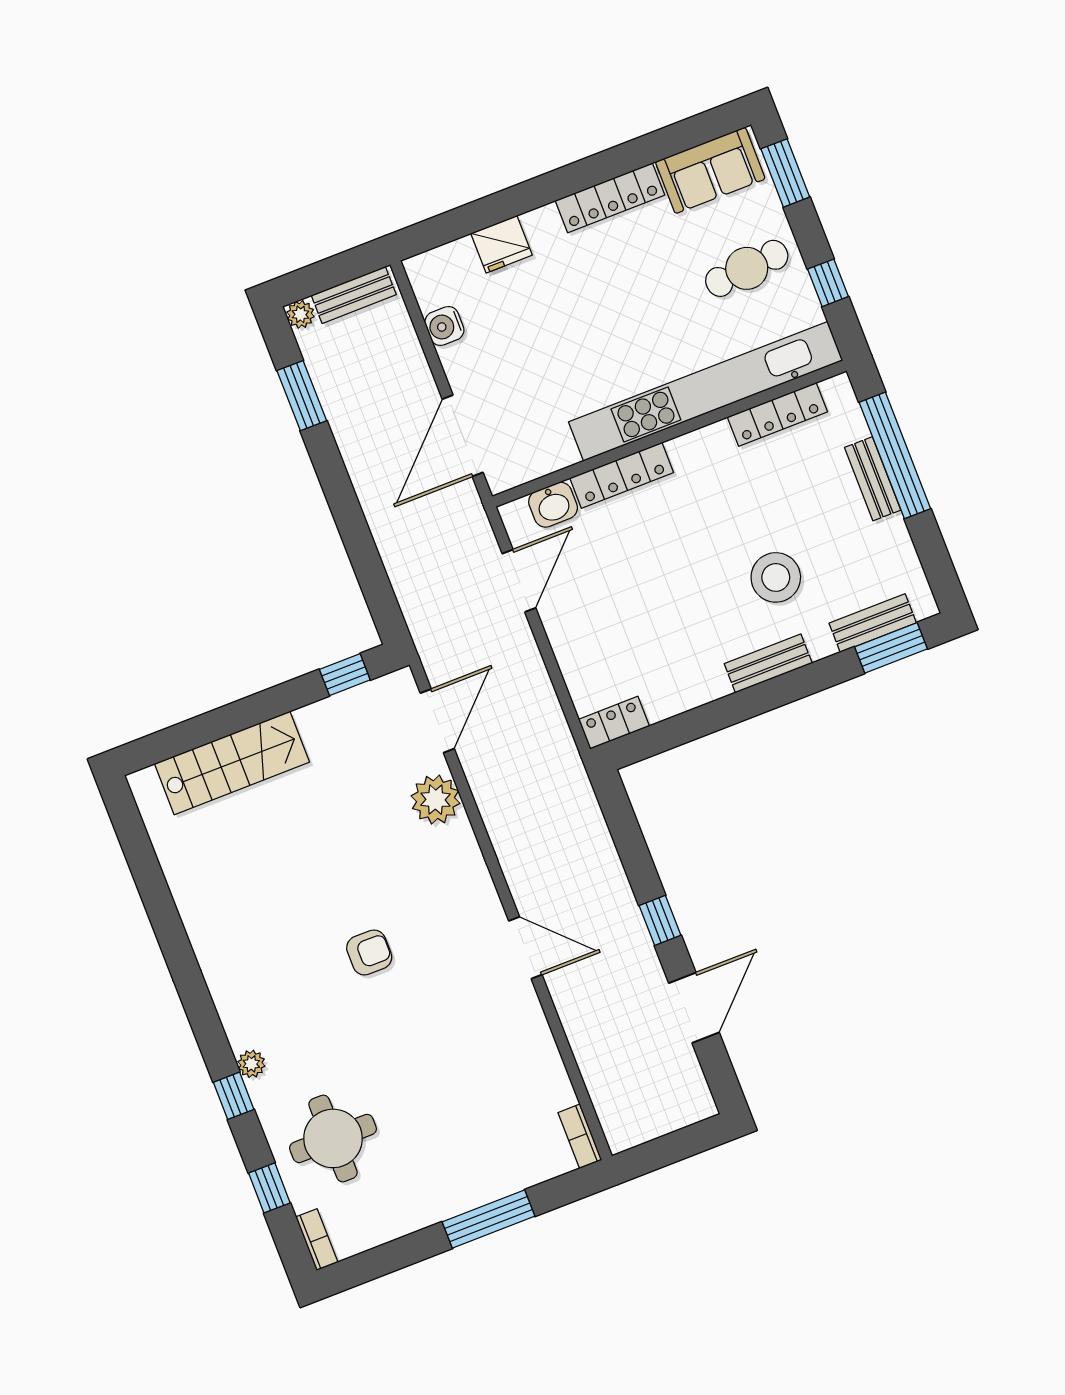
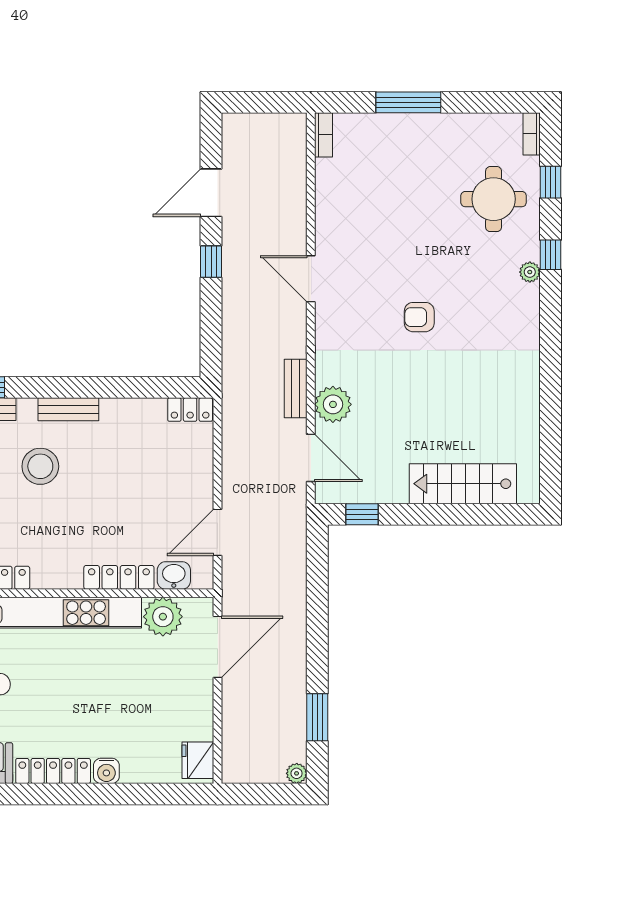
fridge: (502, 244) -> (198, 760), moved, turned -90
bench: (354, 295) -> (296, 388), moved, turned 90
water cooler: (444, 326) -> (106, 771), moved, turned 90
plant: (547, 447) -> (163, 617), added
door: (437, 721) -> (311, 458), swing flipped

